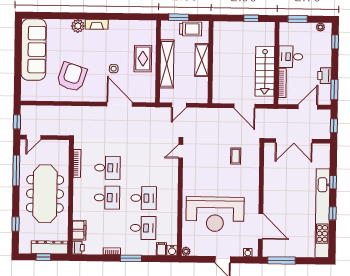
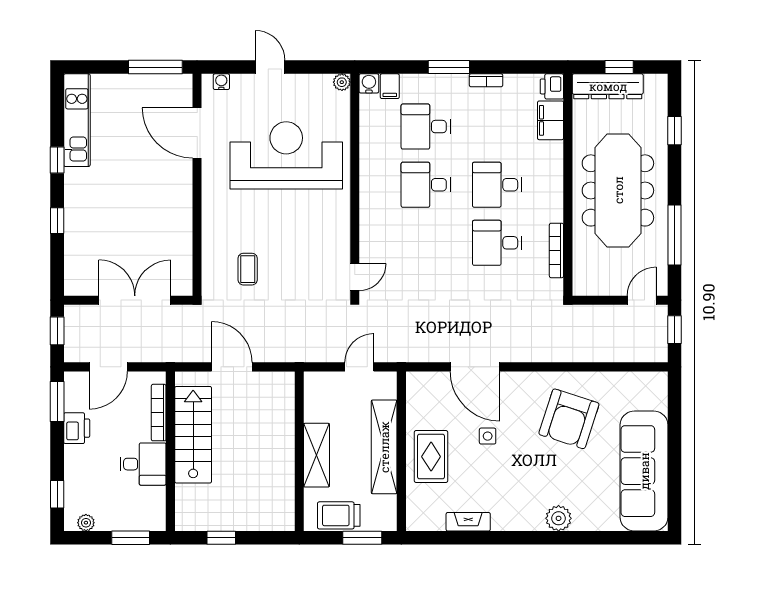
fireplace: (97, 24) -> (468, 522), moved
kitchen unit: (322, 213) -> (77, 120), width x0.54

